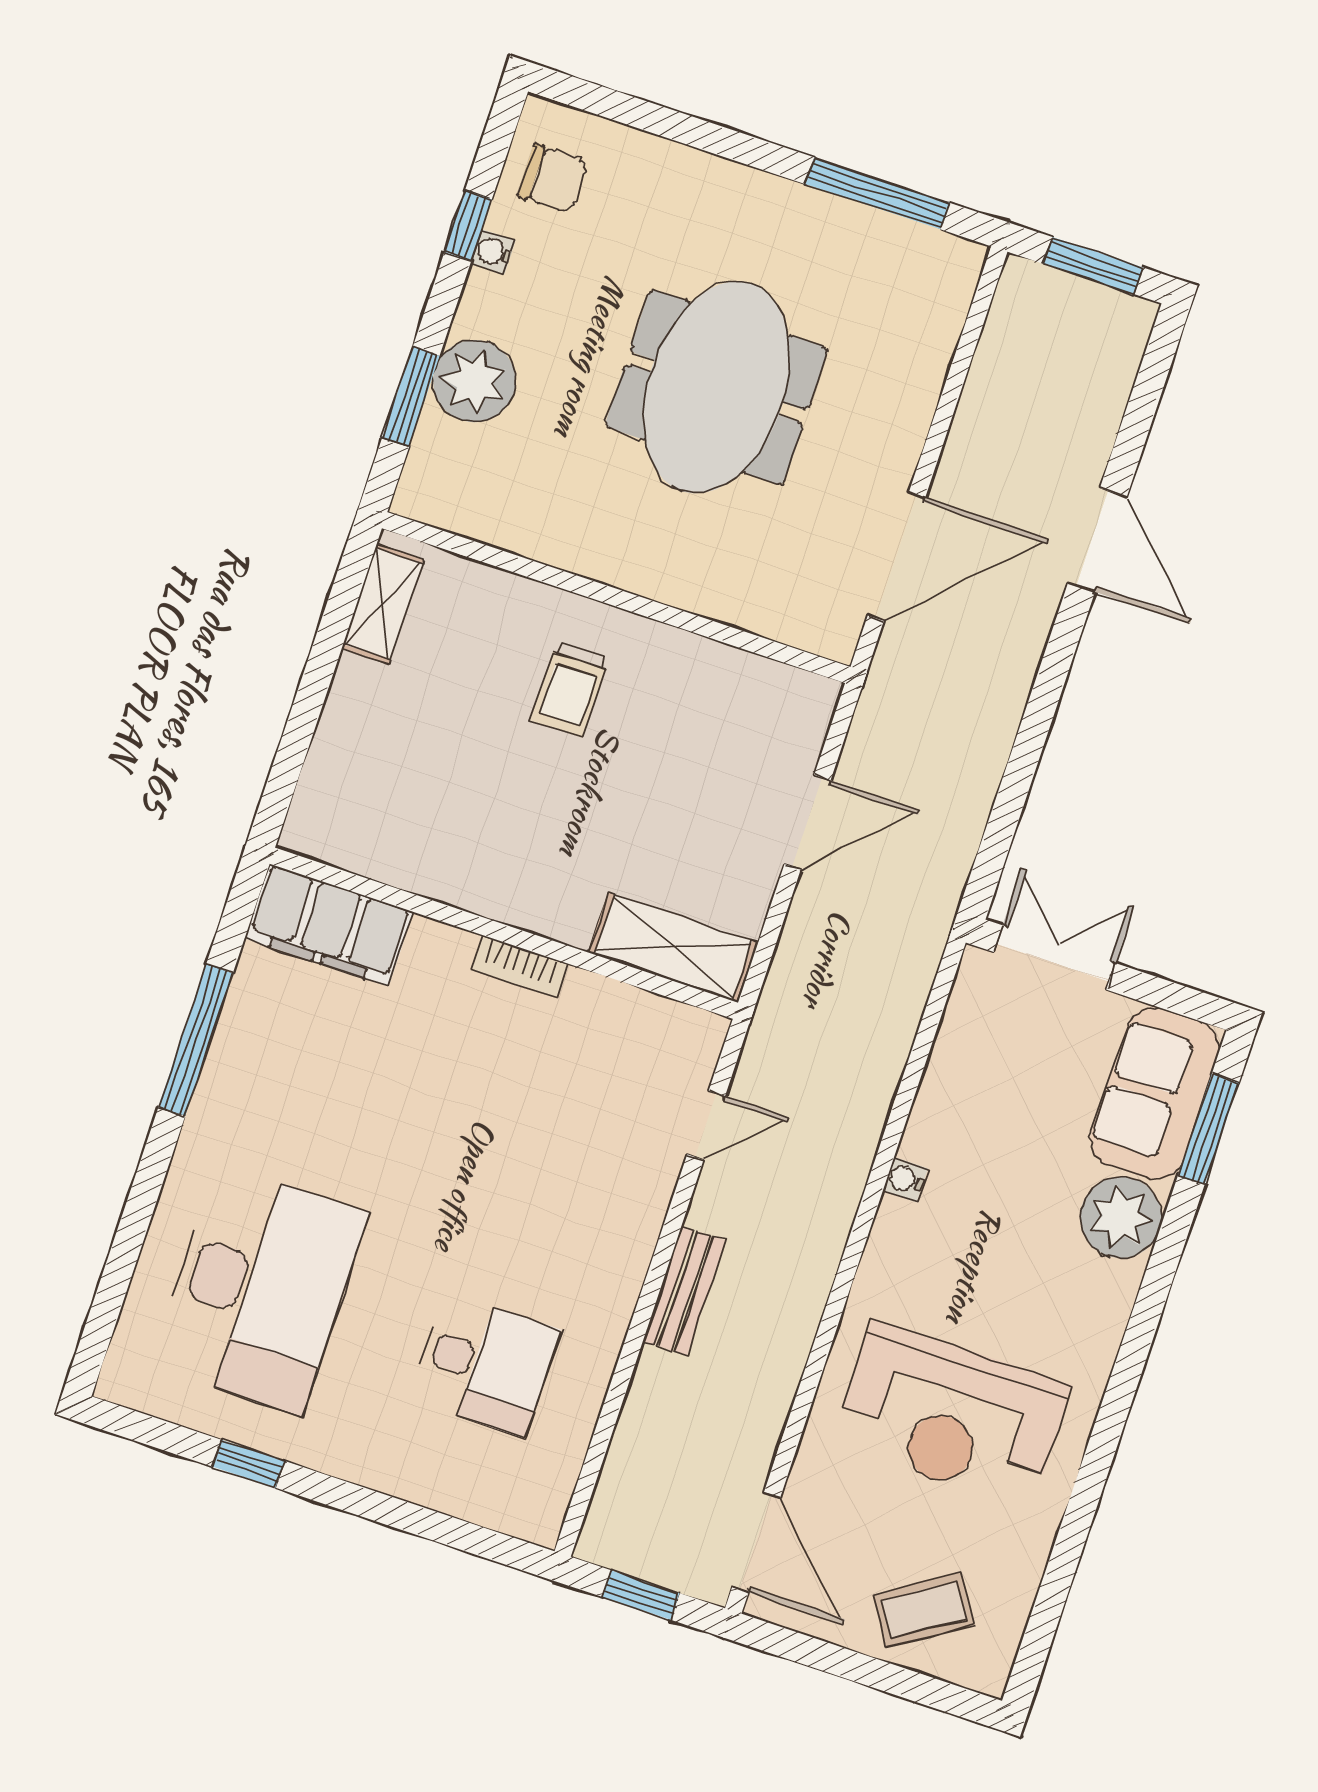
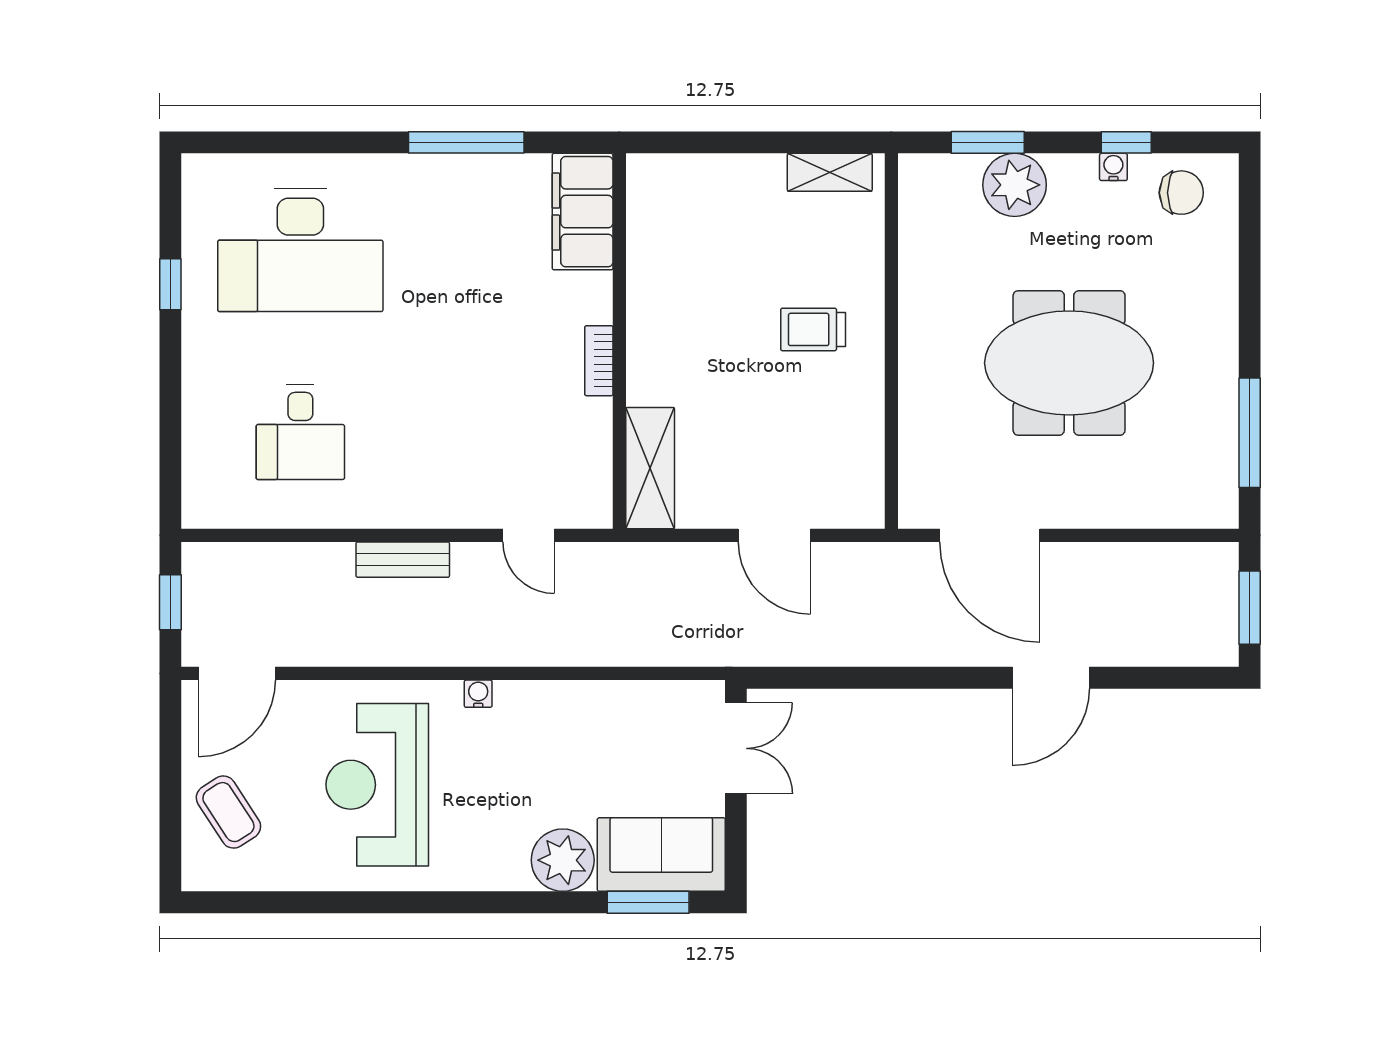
chair: (553, 178) -> (1181, 193), turned -90
water cooler: (905, 1180) -> (478, 694), moved

